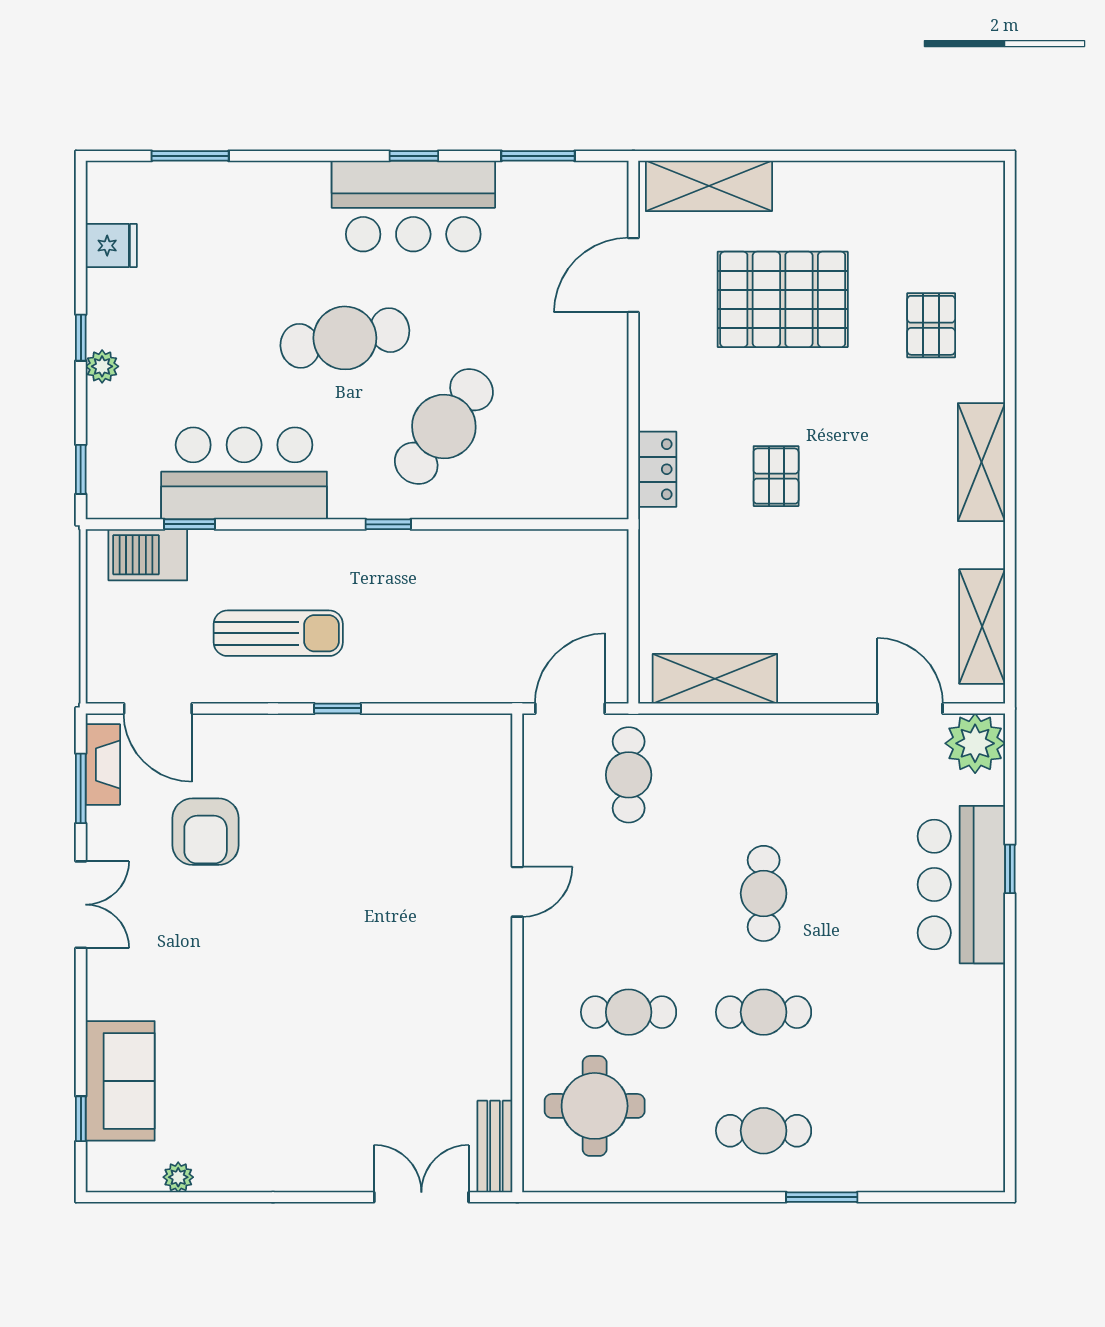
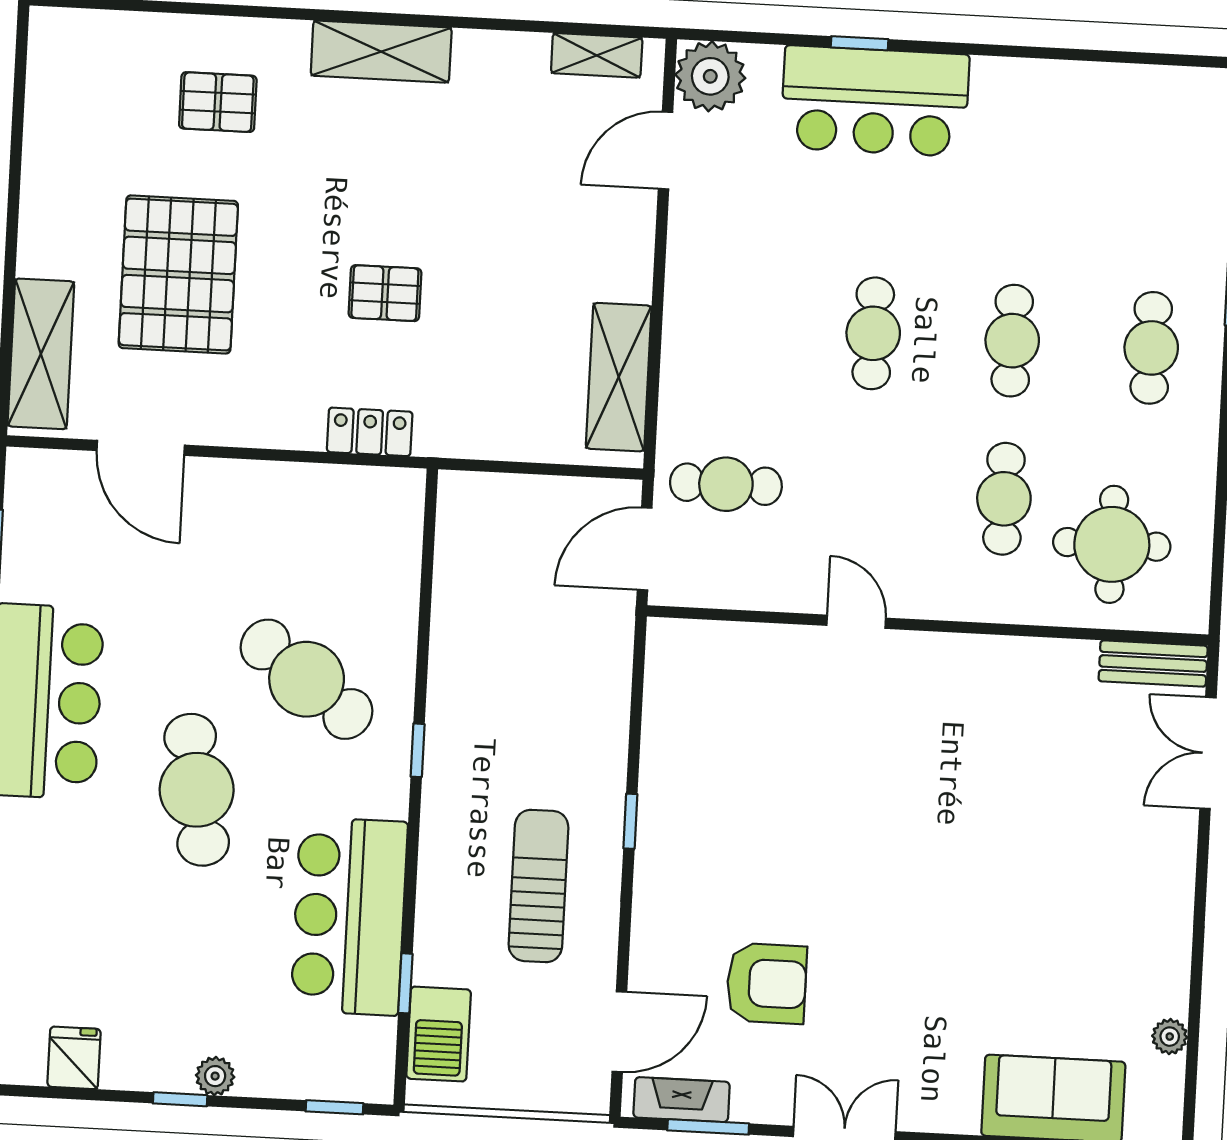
shelving: (982, 627) -> (597, 55), width x0.67, depth x0.75
door: (570, 708) -> (645, 549), hinge flipped
cafe table: (764, 893) -> (873, 333), turned 90

